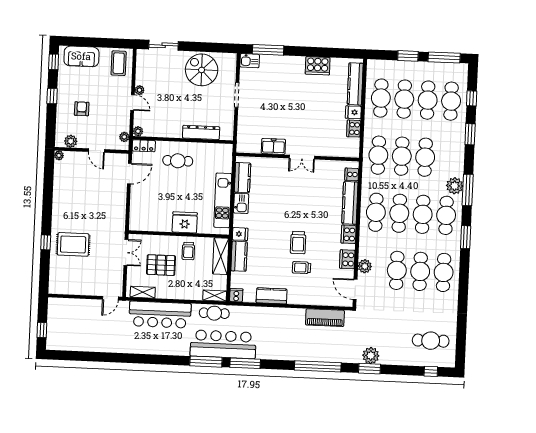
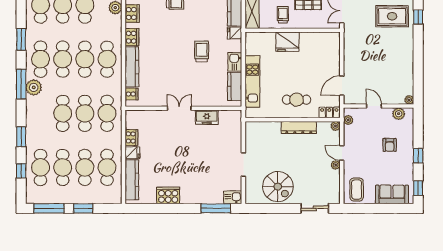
dresser: (201, 132) -> (299, 127), moved
kitchen unit: (223, 200) -> (252, 82), moved
trolley: (298, 243) -> (202, 51), moved

